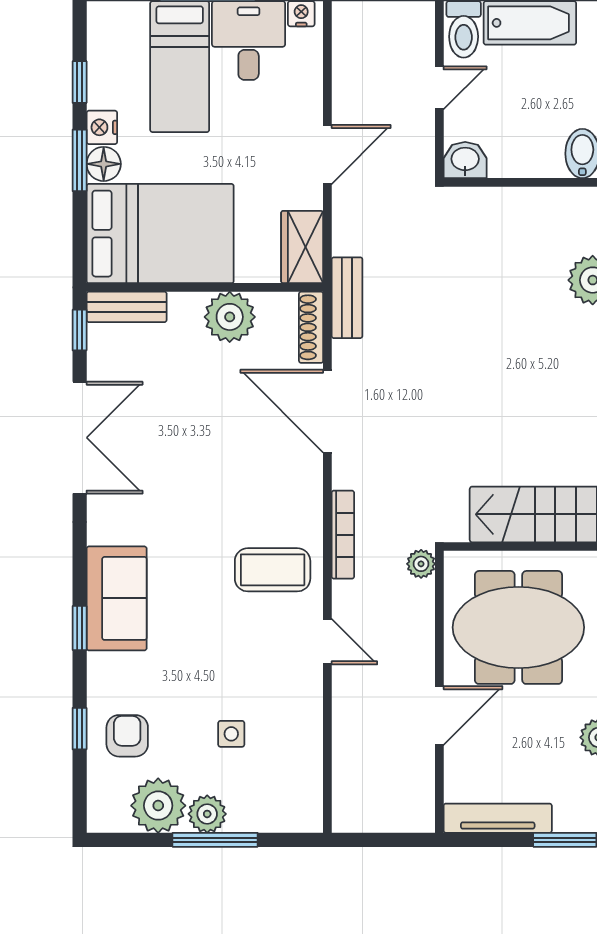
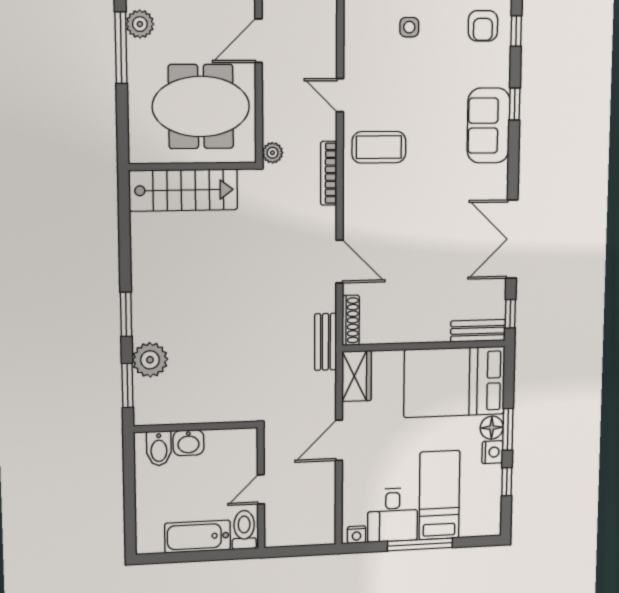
washbasin: (465, 160) -> (188, 443), moved
plant: (230, 317) -> (407, 326), removed
door: (327, 411) -> (339, 262), width x0.73

